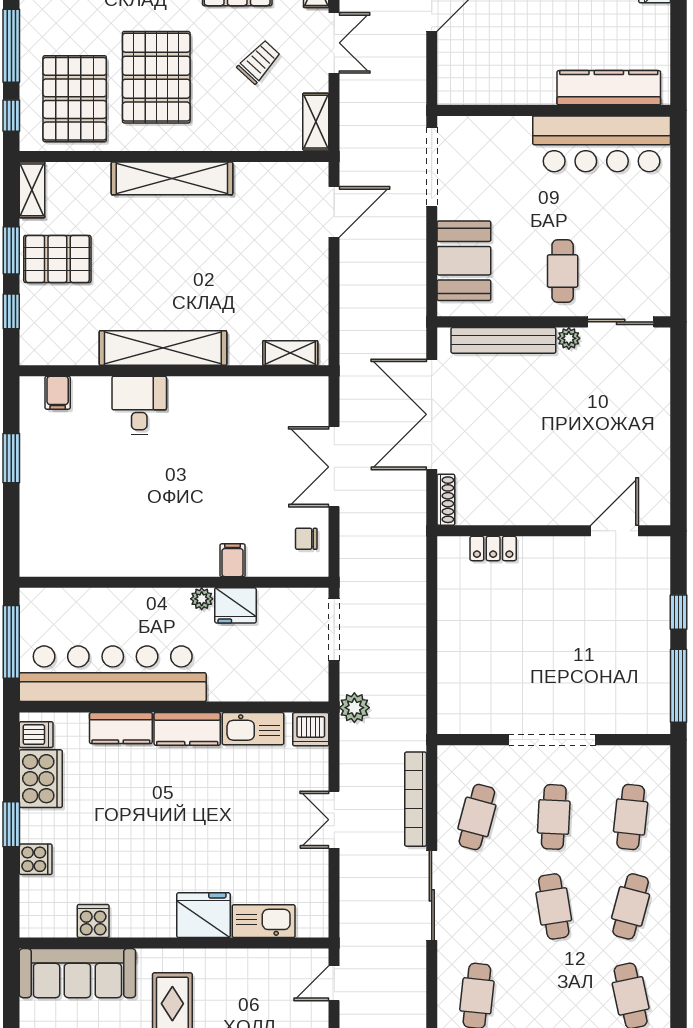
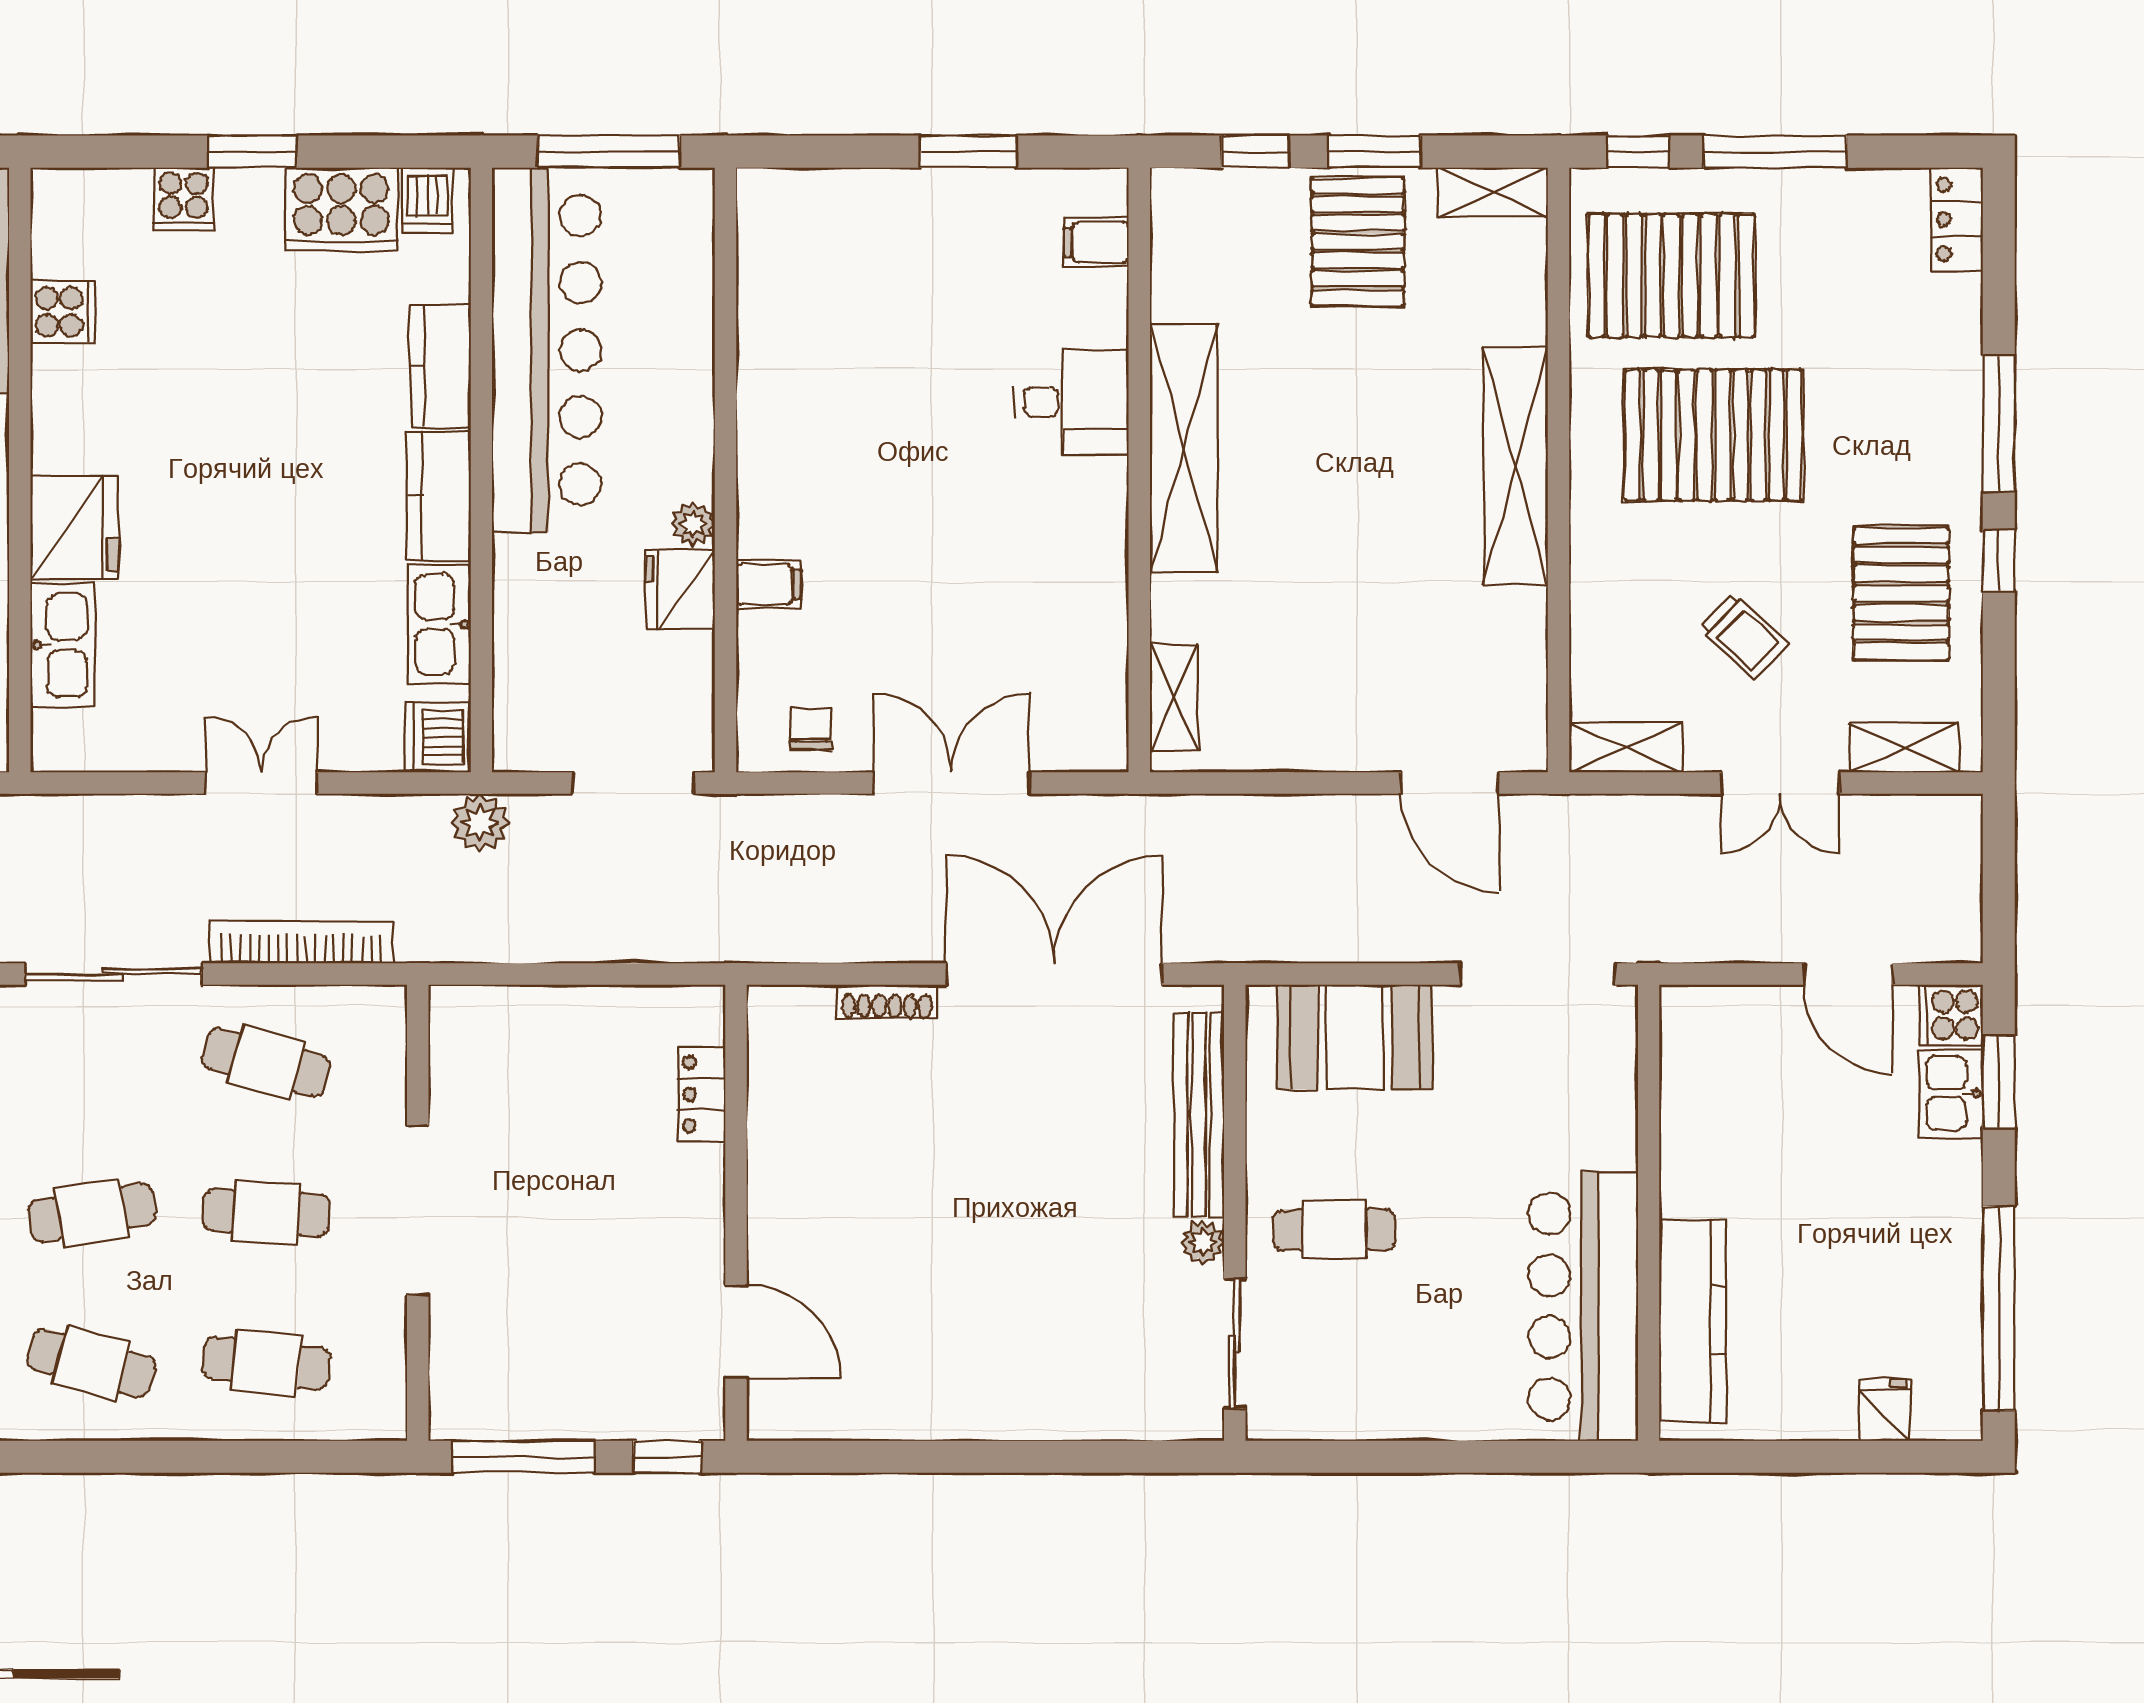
wall: (554, 531) -> (736, 1213), moved
door: (615, 531) -> (736, 1332), moved
locker: (493, 548) -> (701, 1094), moved

